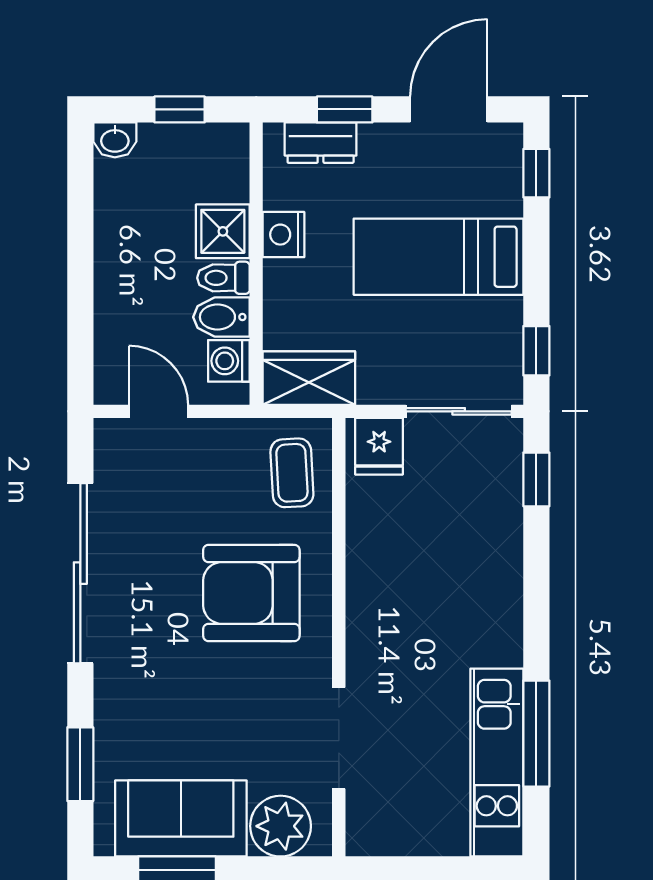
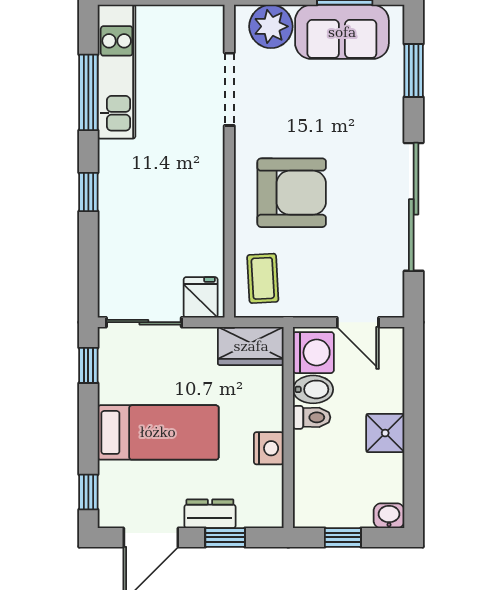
dresser: (321, 143) -> (210, 514), moved
shower: (223, 231) -> (385, 433), moved
washing machine: (229, 361) -> (313, 353), width x1.38, depth x1.38
window: (536, 479) -> (88, 192), moved

